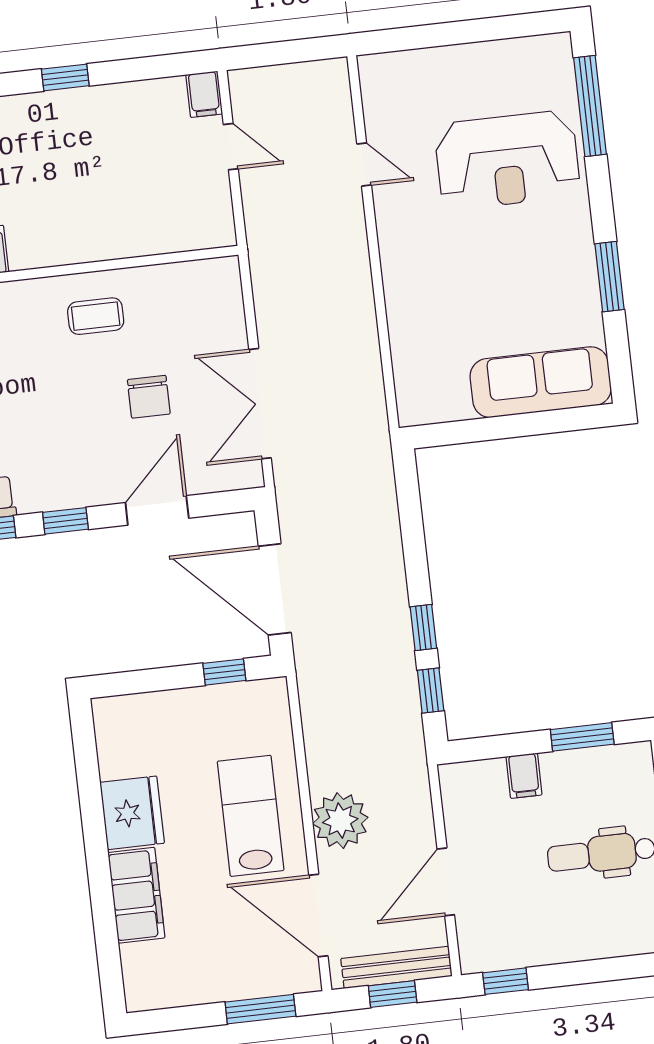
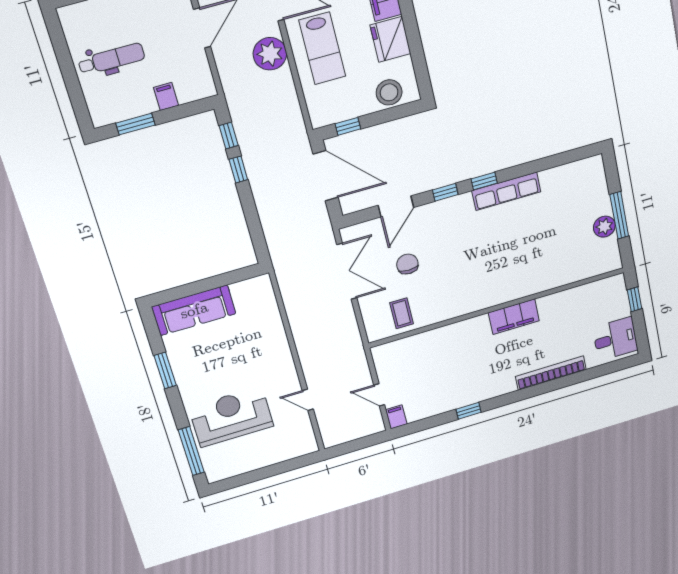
coffee table: (96, 316) -> (401, 313), moved, turned 90
stool: (145, 720) -> (389, 92), added

